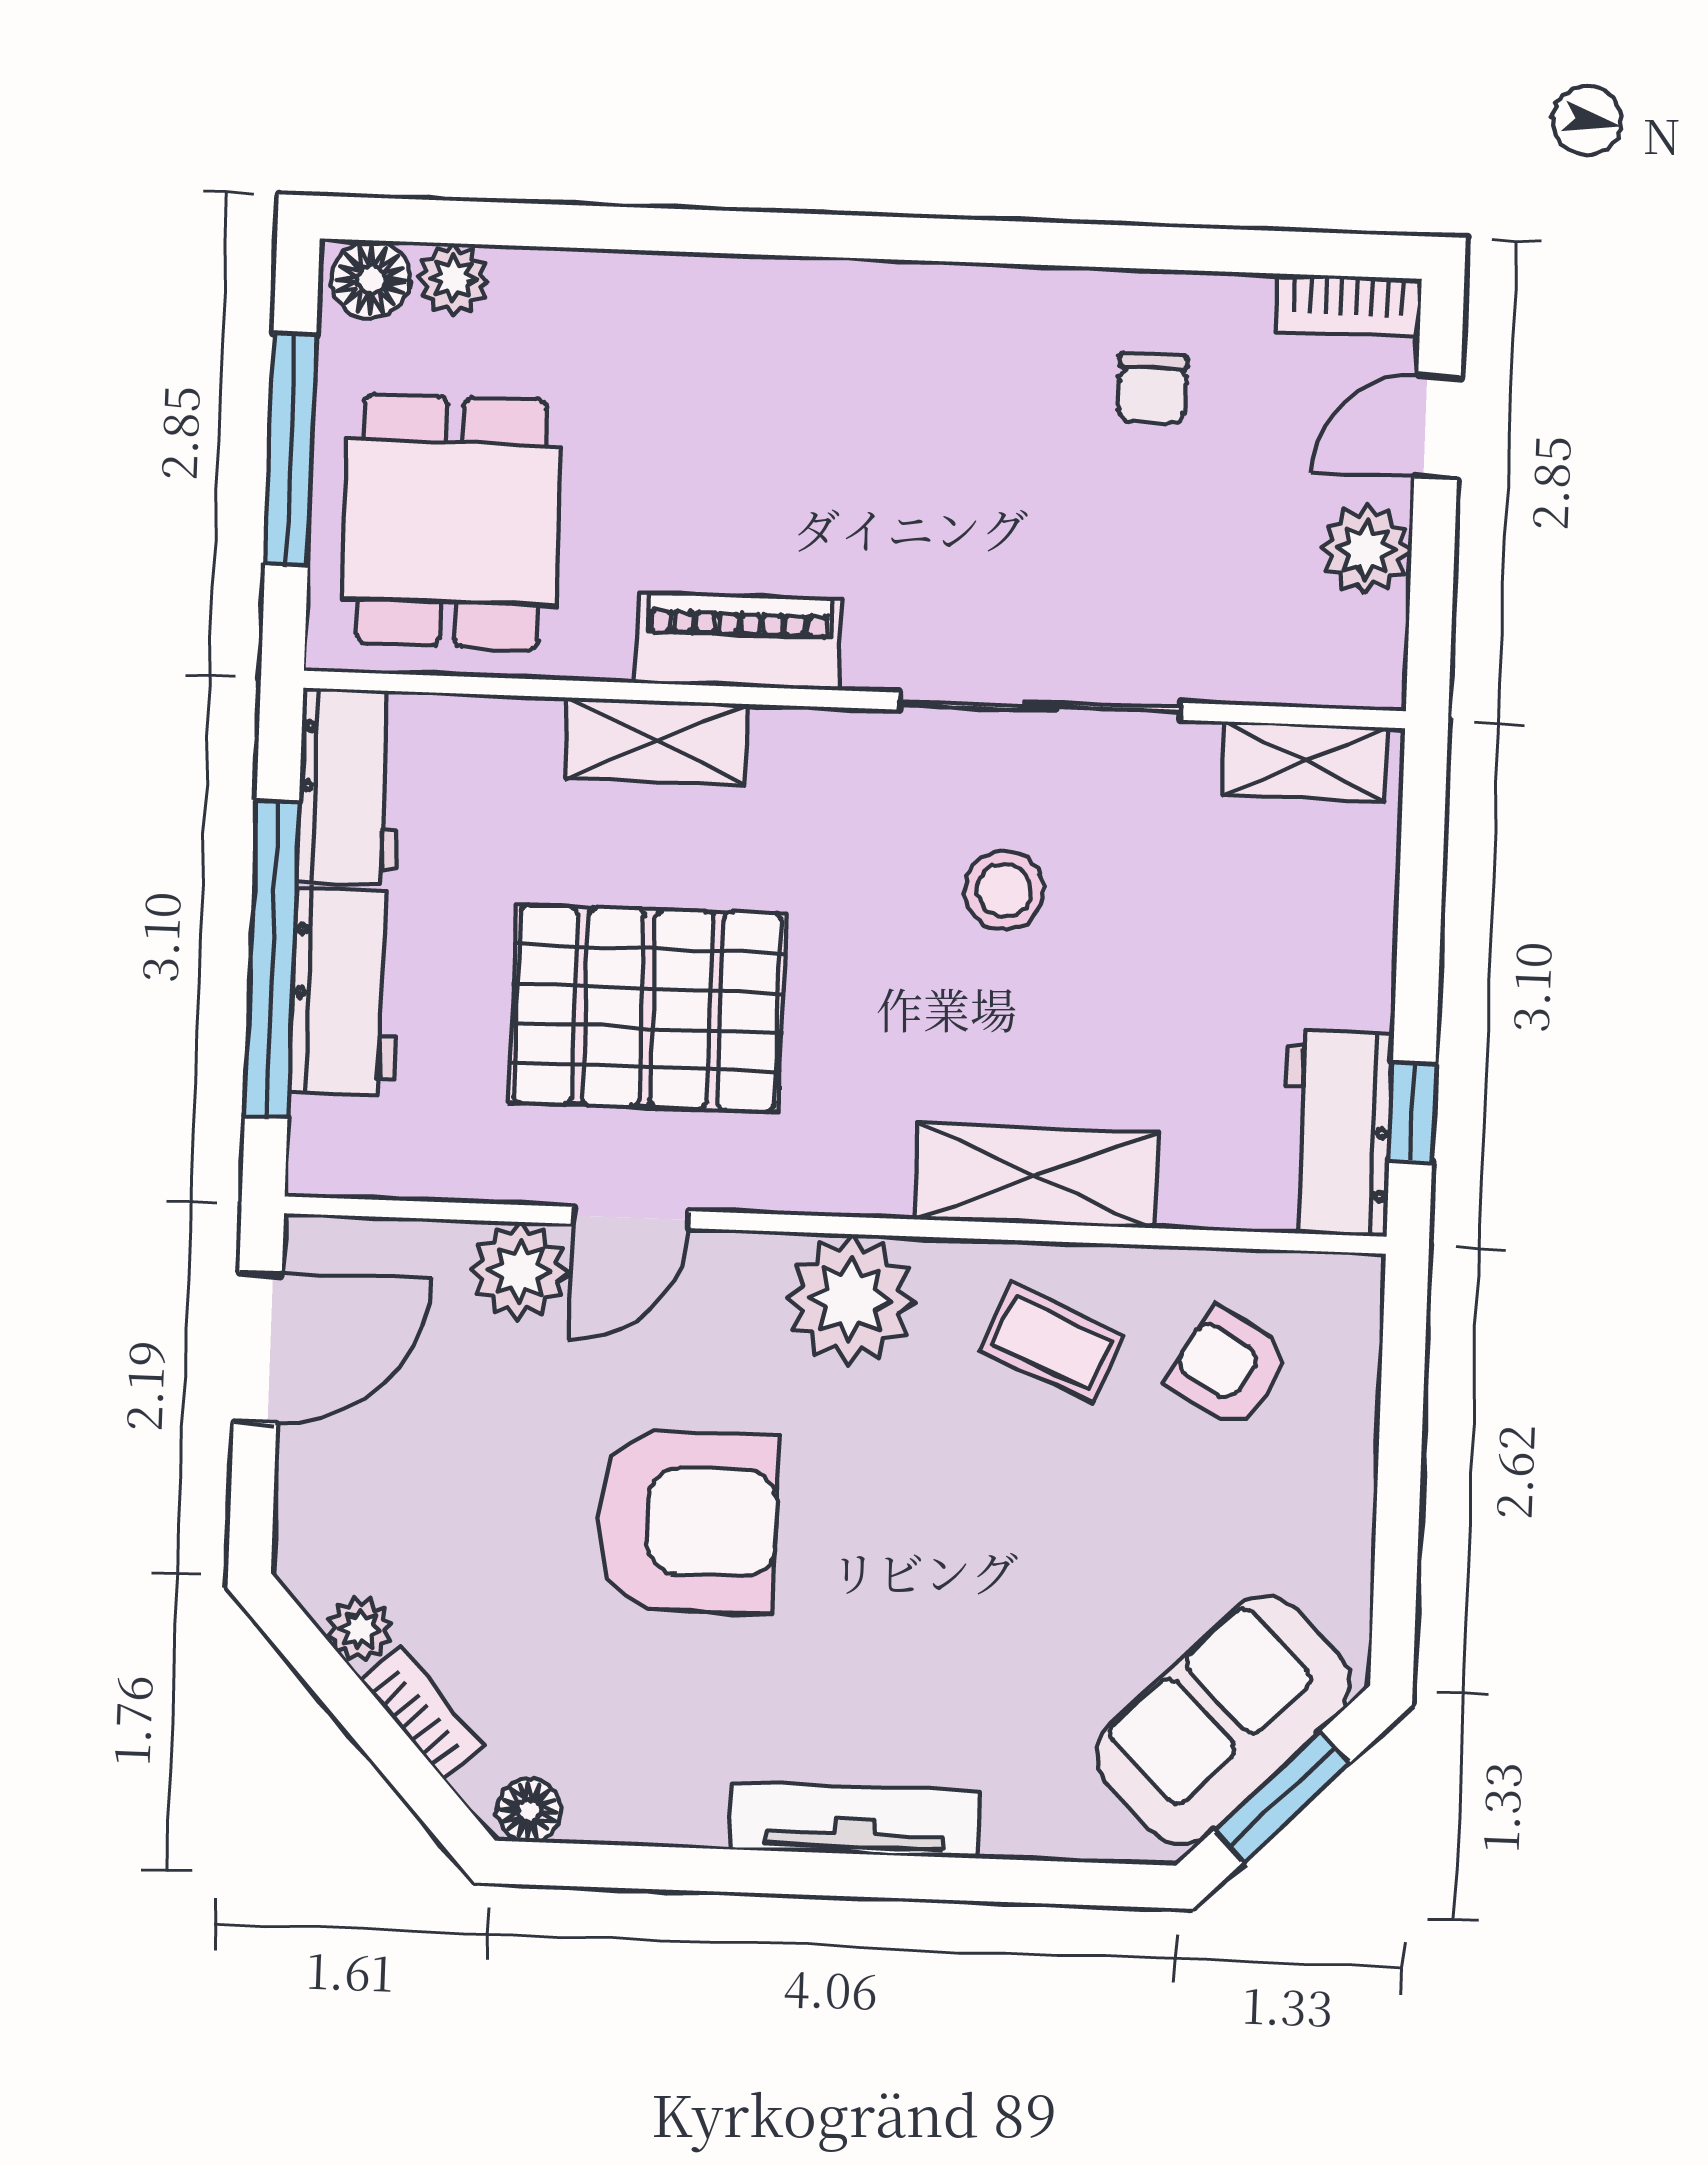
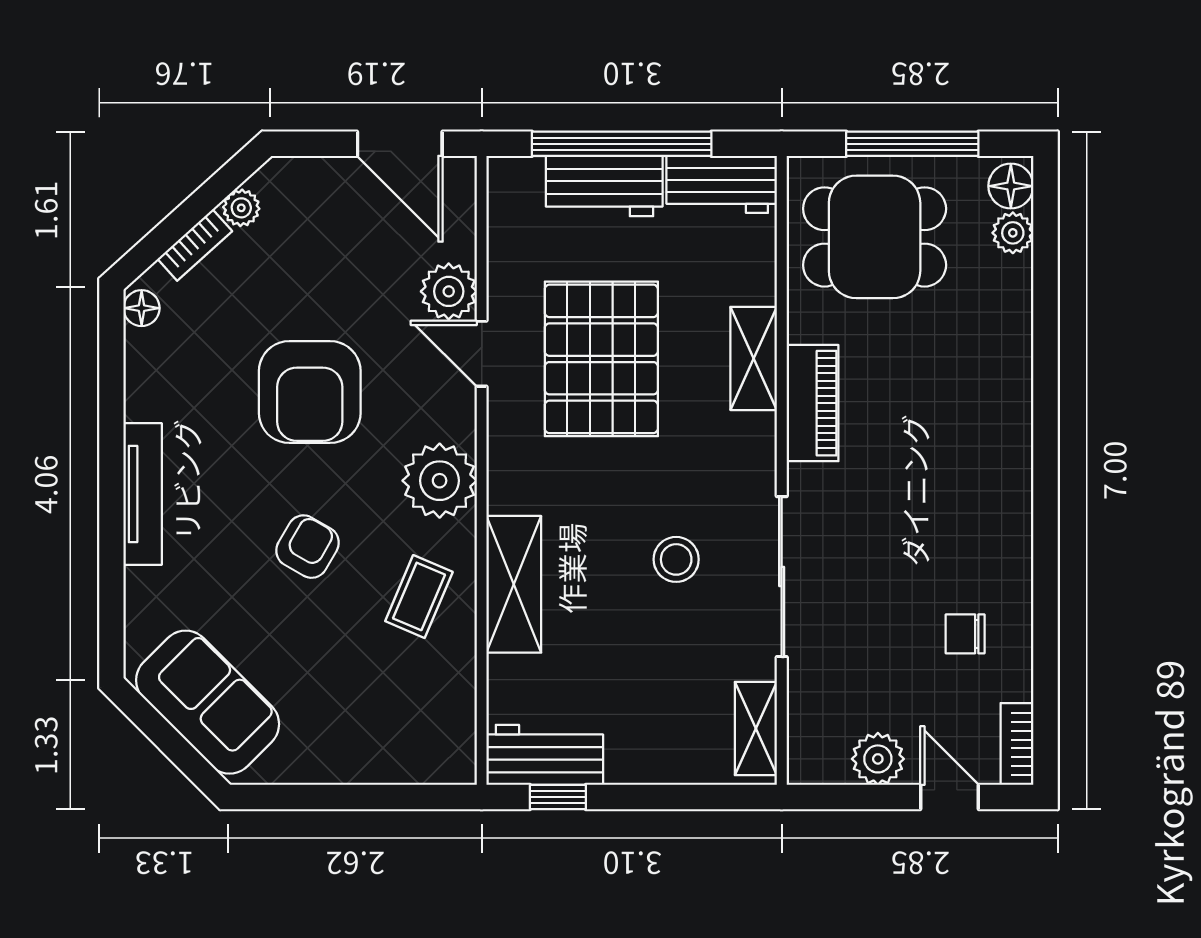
armchair: (1229, 1368) -> (308, 547), moved
window: (1282, 1797) -> (165, 737), removed

